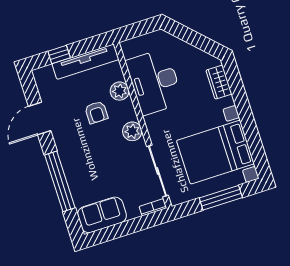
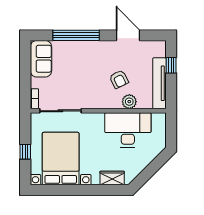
armchair: (96, 112) -> (119, 79), turned -116
plant: (132, 131) -> (96, 101), removed
window: (221, 198) -> (25, 152), width x0.46

